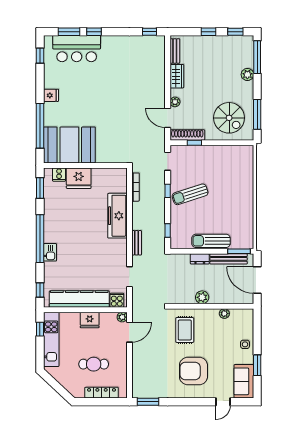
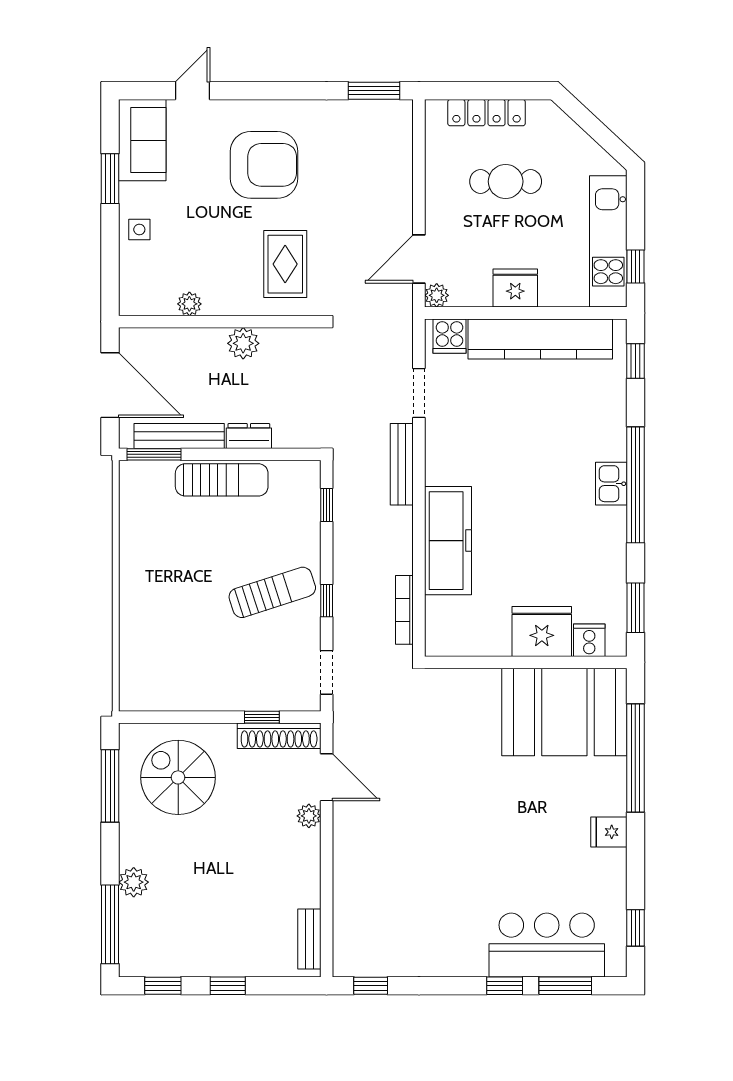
wardrobe: (177, 76) -> (304, 878), removed
bench: (137, 243) -> (402, 464), width x1.36
kitchen sink: (50, 252) -> (611, 484), moved

